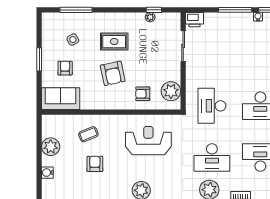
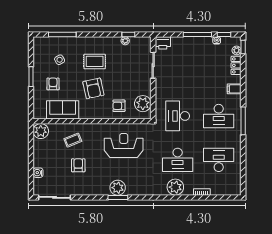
sofa: (61, 99) -> (63, 110), moved
plant: (51, 147) -> (41, 131), moved

